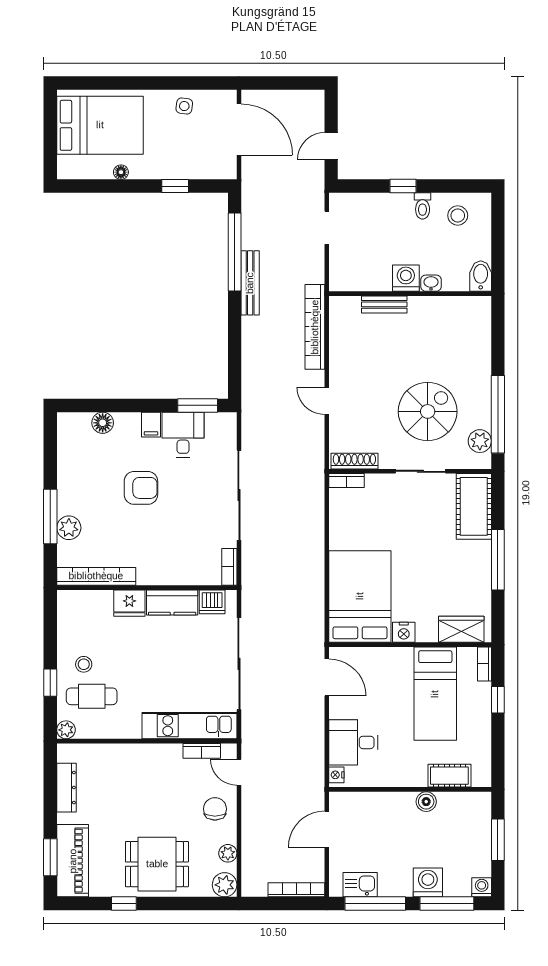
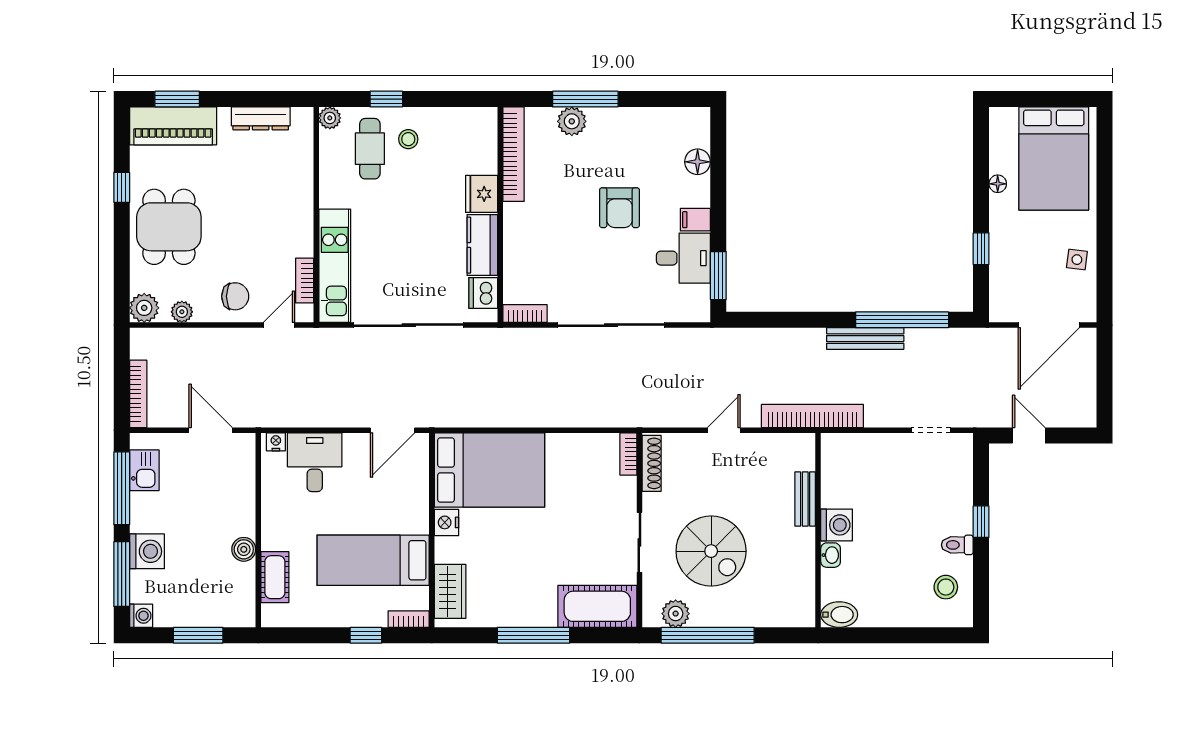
bidet: (481, 276) -> (839, 615), moved
washing machine: (406, 278) -> (837, 525), moved
washbasin: (431, 283) -> (831, 555), moved
wall: (410, 294) -> (818, 530), moved
bench: (384, 304) -> (805, 499), moved

